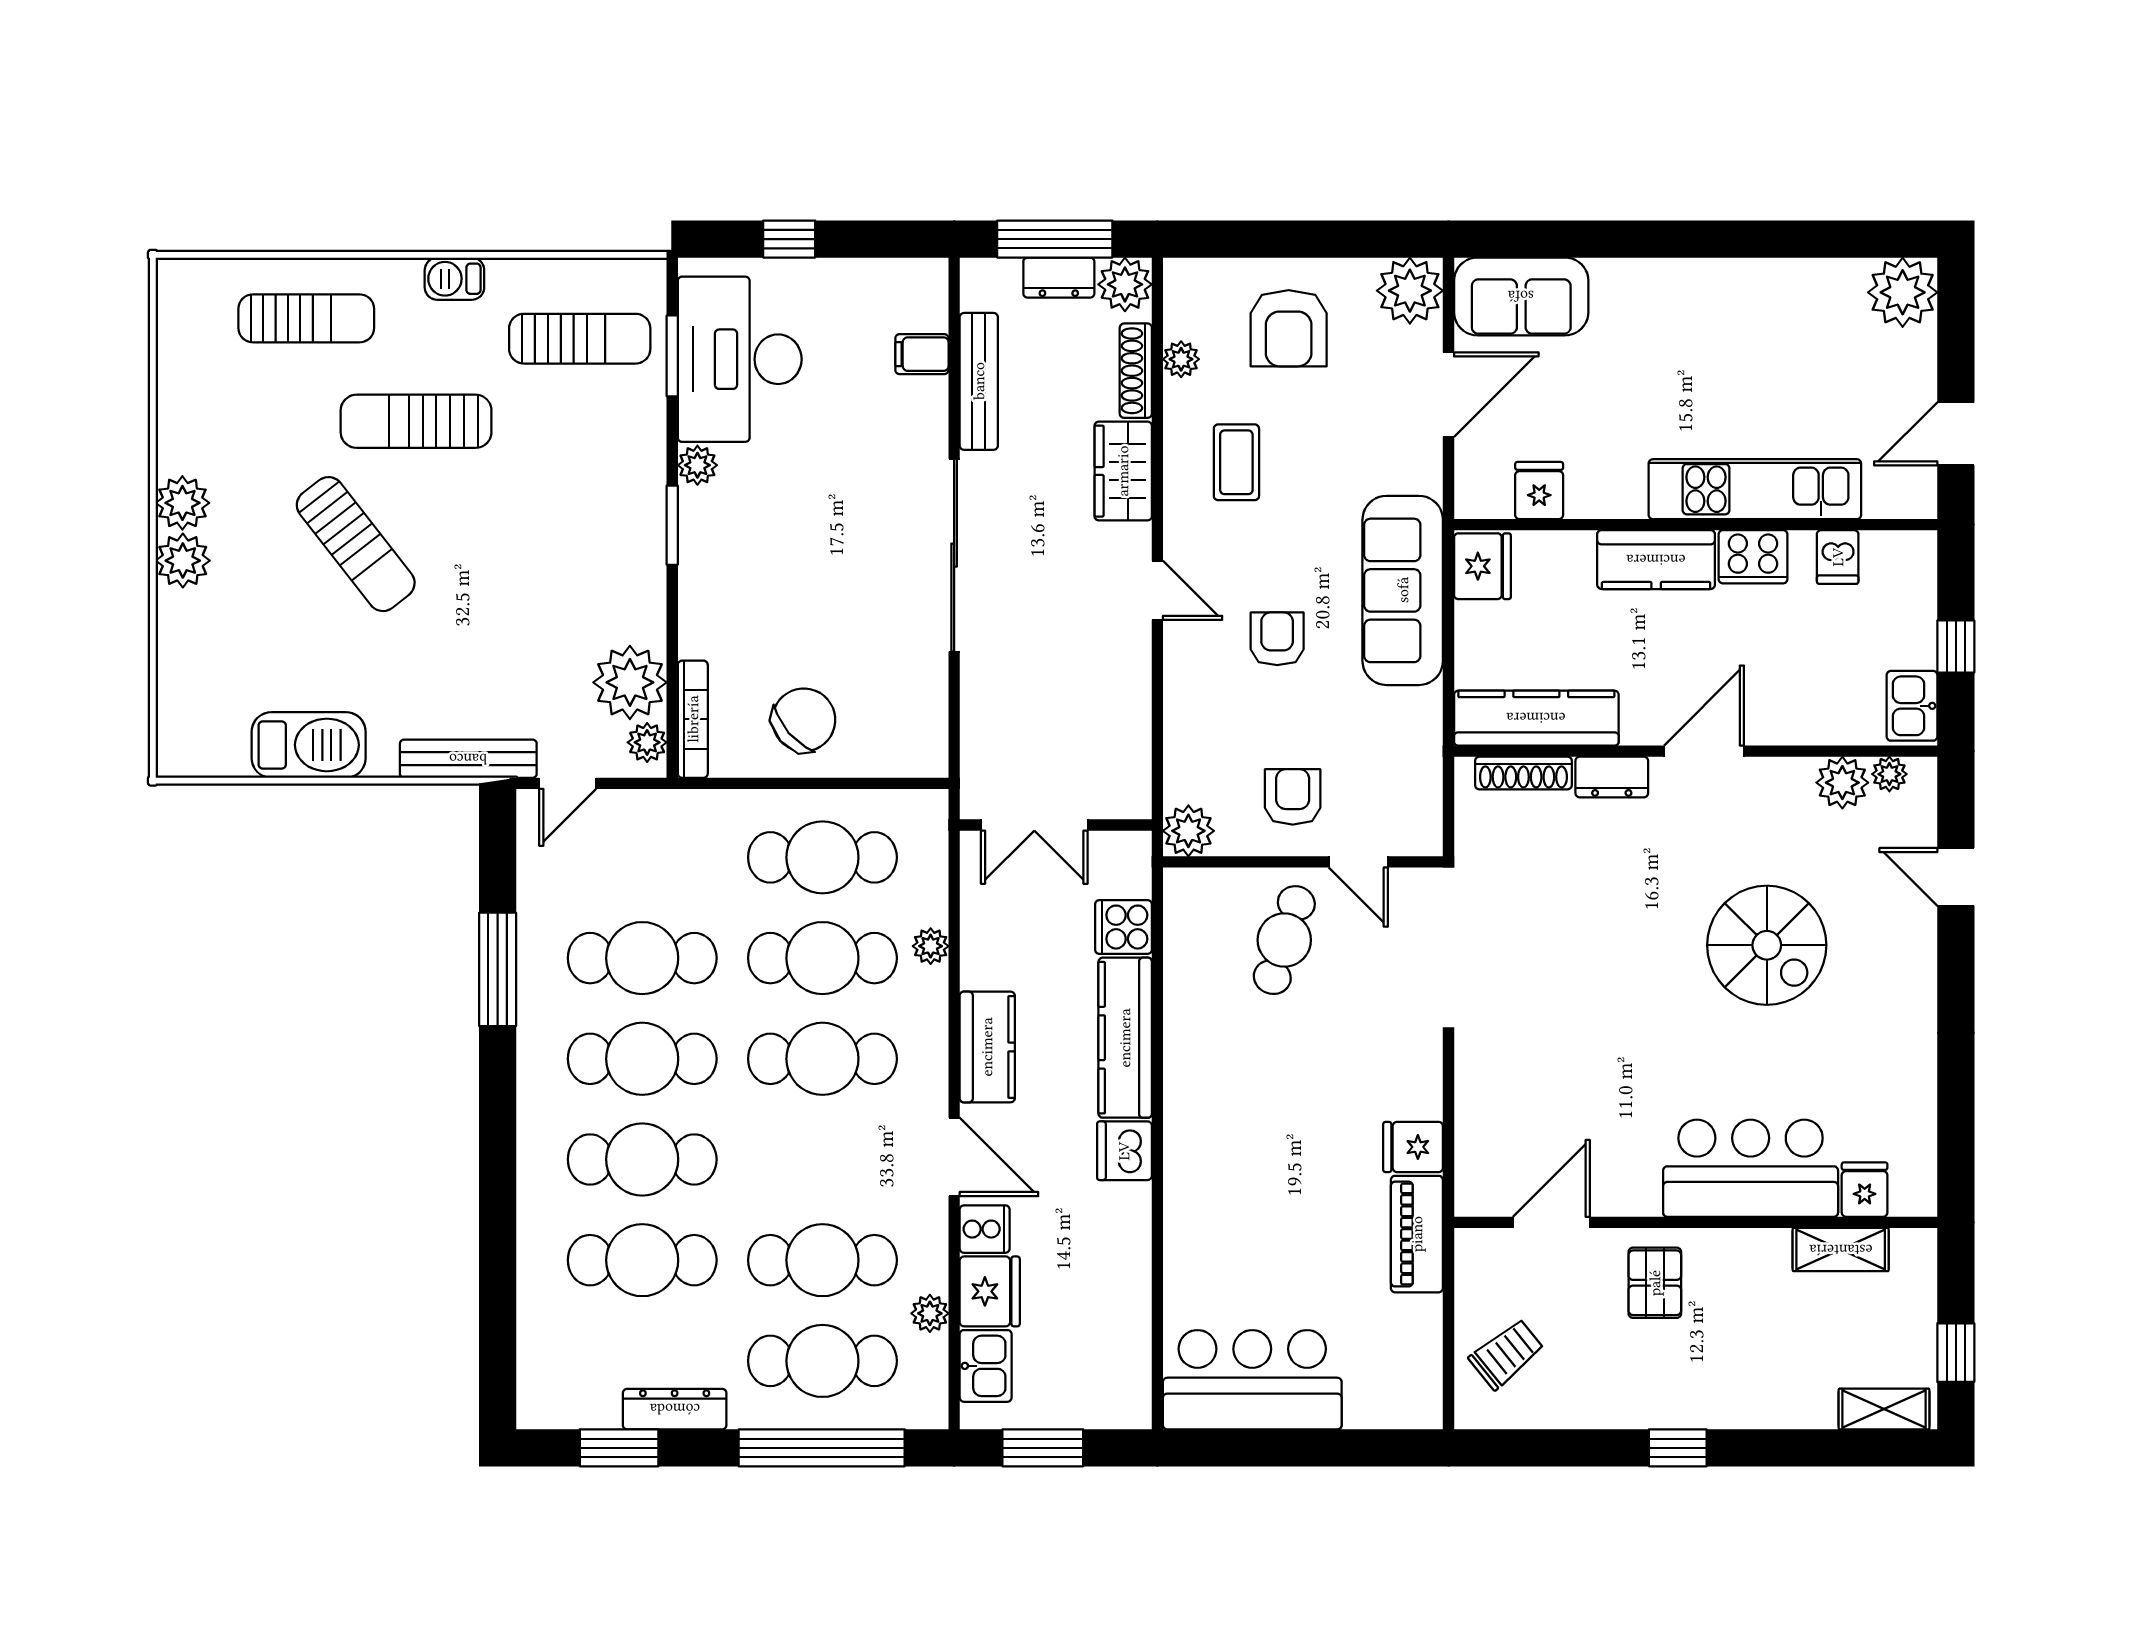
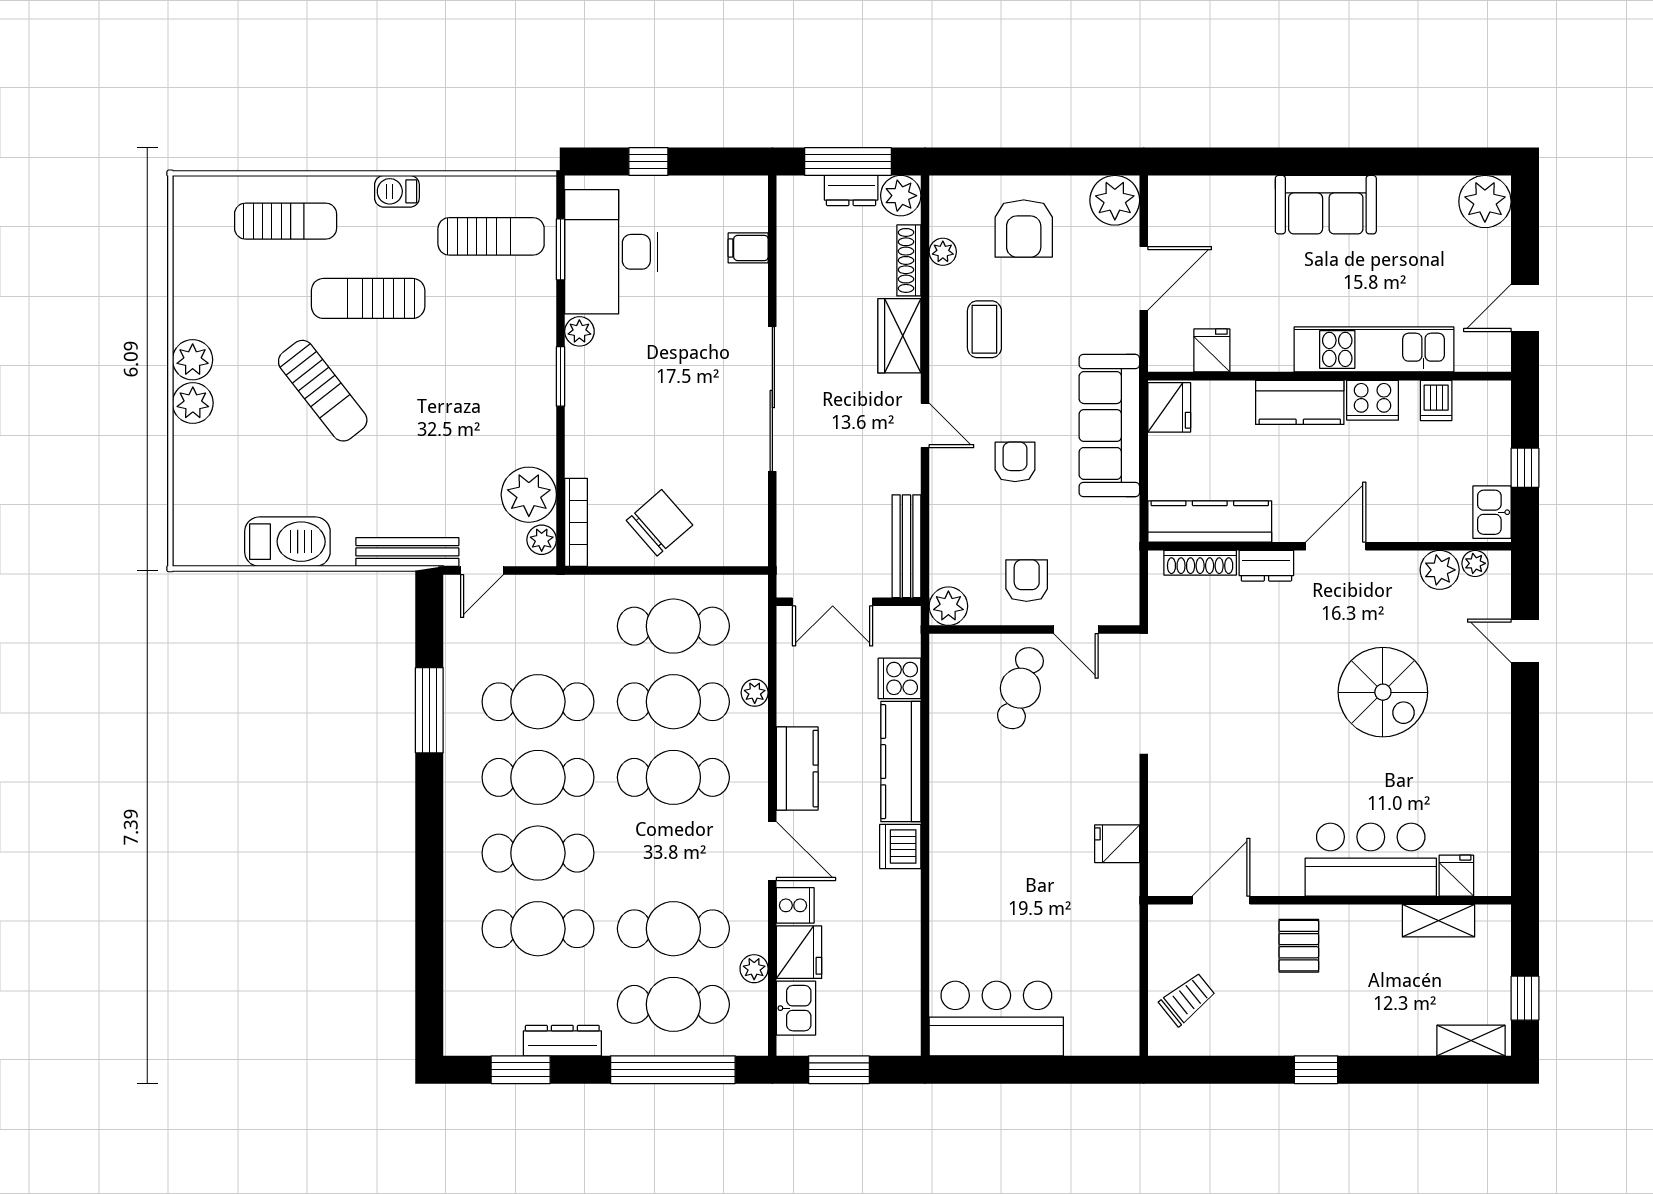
sofa: (1521, 296) -> (1326, 205), moved
bench: (979, 381) -> (906, 546), moved
piano: (1417, 1234) -> (1120, 909), removed

